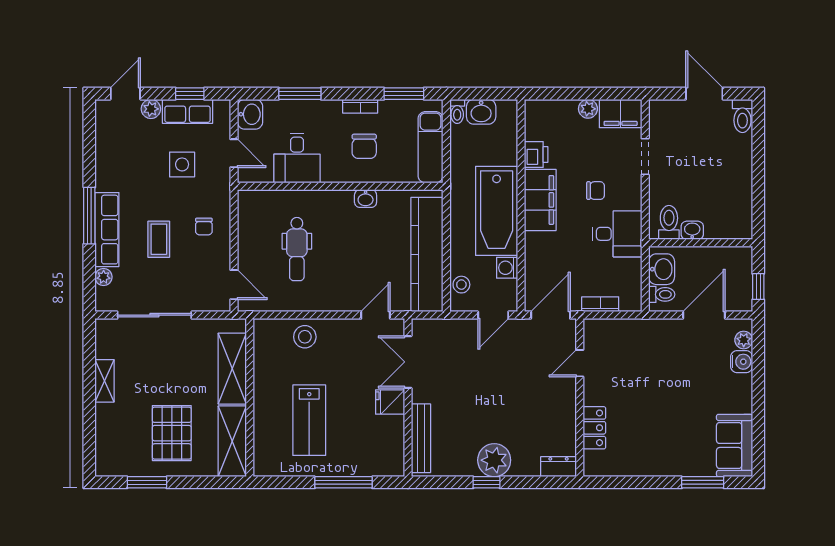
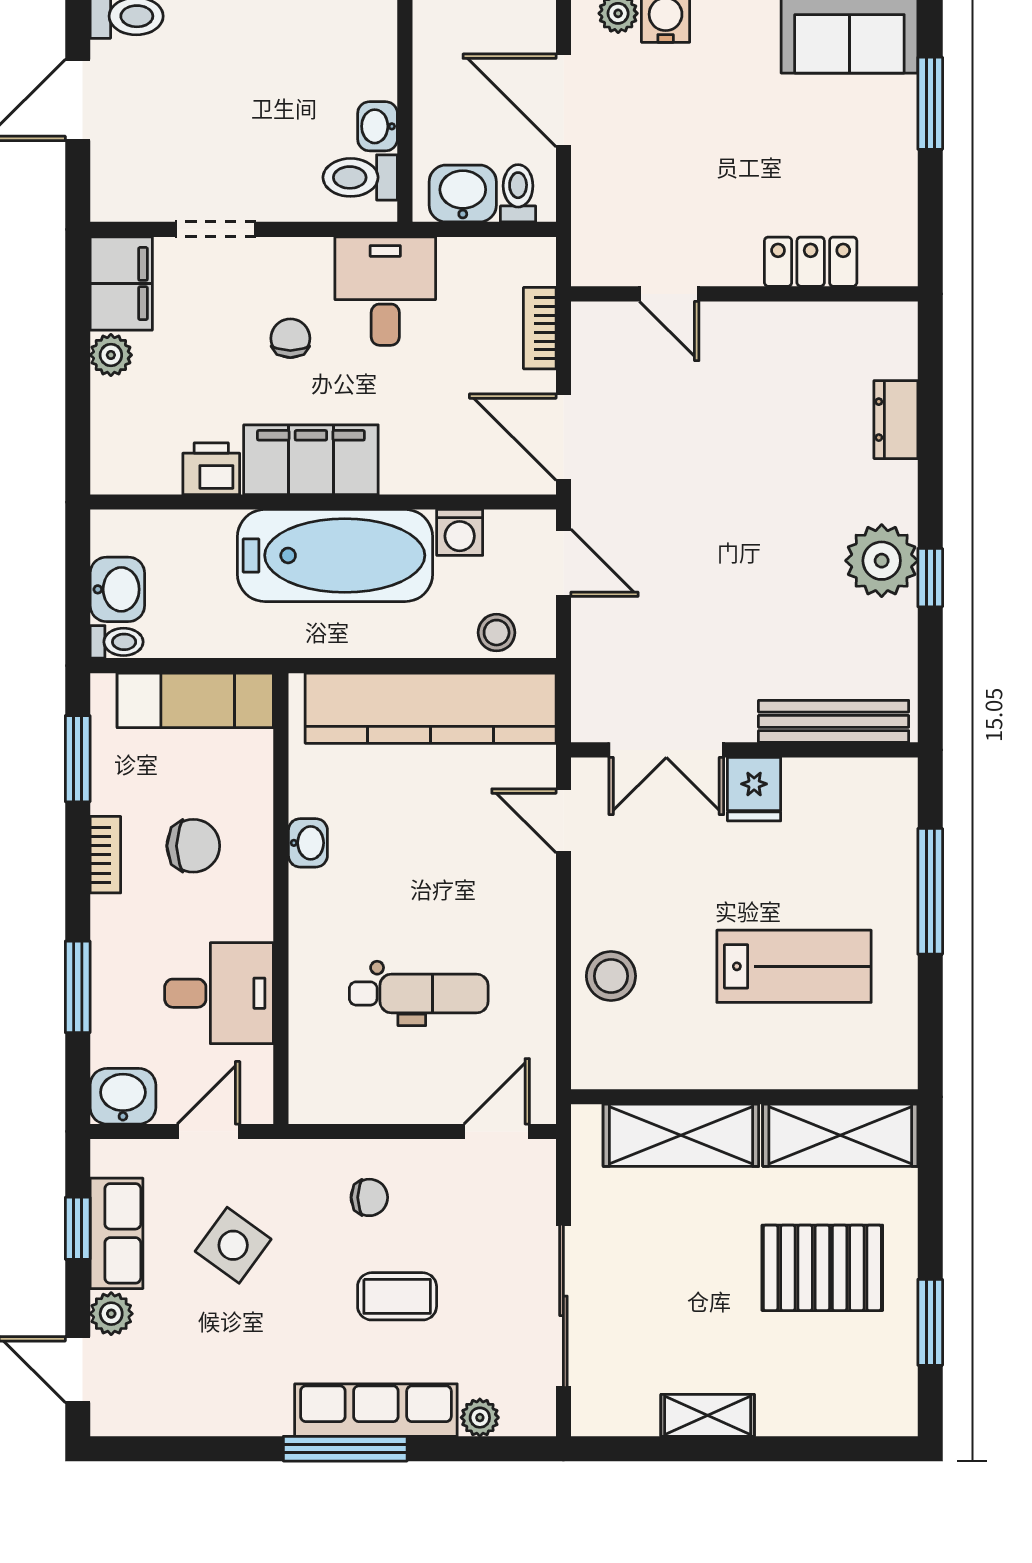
side table: (182, 164) -> (233, 1245), turned 36
door: (580, 363) -> (669, 294), moved
wall: (580, 398) -> (744, 294), moved
locker: (594, 428) -> (811, 262), moved

